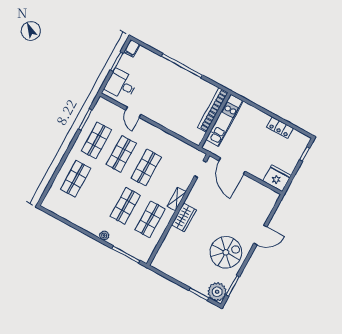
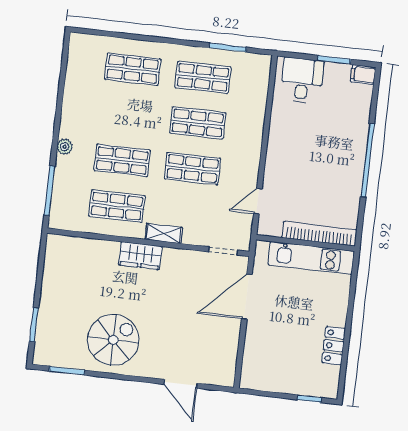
door: (133, 112) -> (258, 201), moved
fridge: (277, 178) -> (256, 372), removed
door: (260, 235) -> (180, 384), moved
spiral stairs: (226, 252) -> (113, 340), turned -90
plant: (217, 292) -> (49, 351), removed

